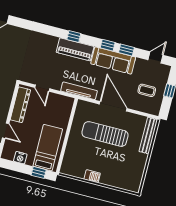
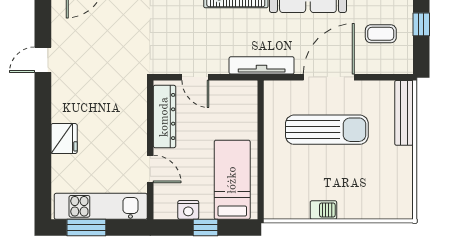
door: (113, 106) -> (329, 77), hinge flipped
sun lounger: (105, 134) -> (327, 130), turned 180
window: (39, 172) -> (205, 228), moved

